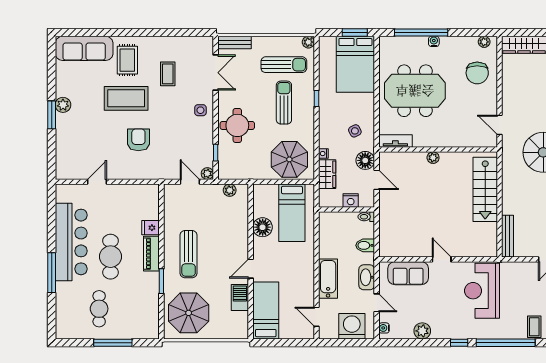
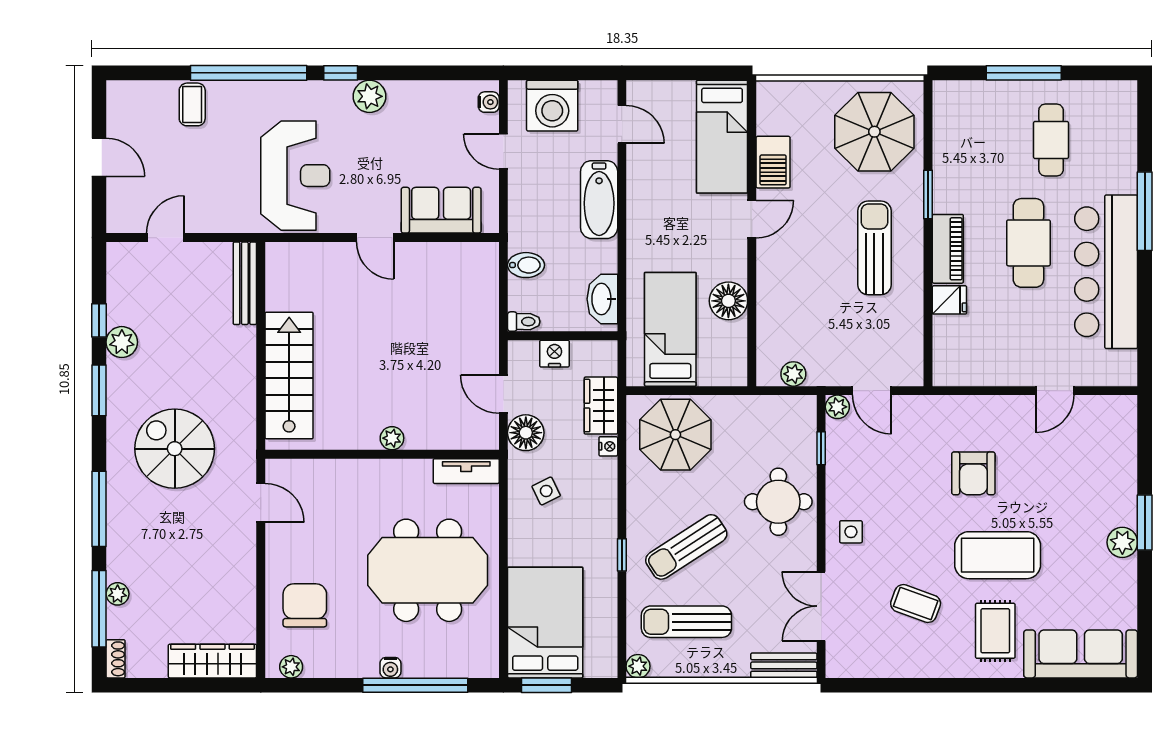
coffee table: (168, 74) -> (916, 604), turned -70
sun lounger: (284, 103) -> (686, 547), turned 57
washbasin: (367, 277) -> (602, 299), moved, turned 180
plant: (422, 331) -> (369, 96), moved

